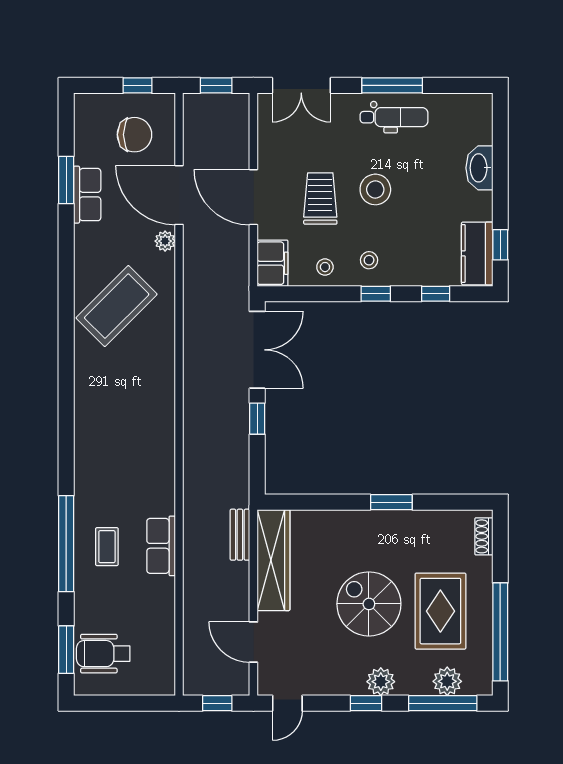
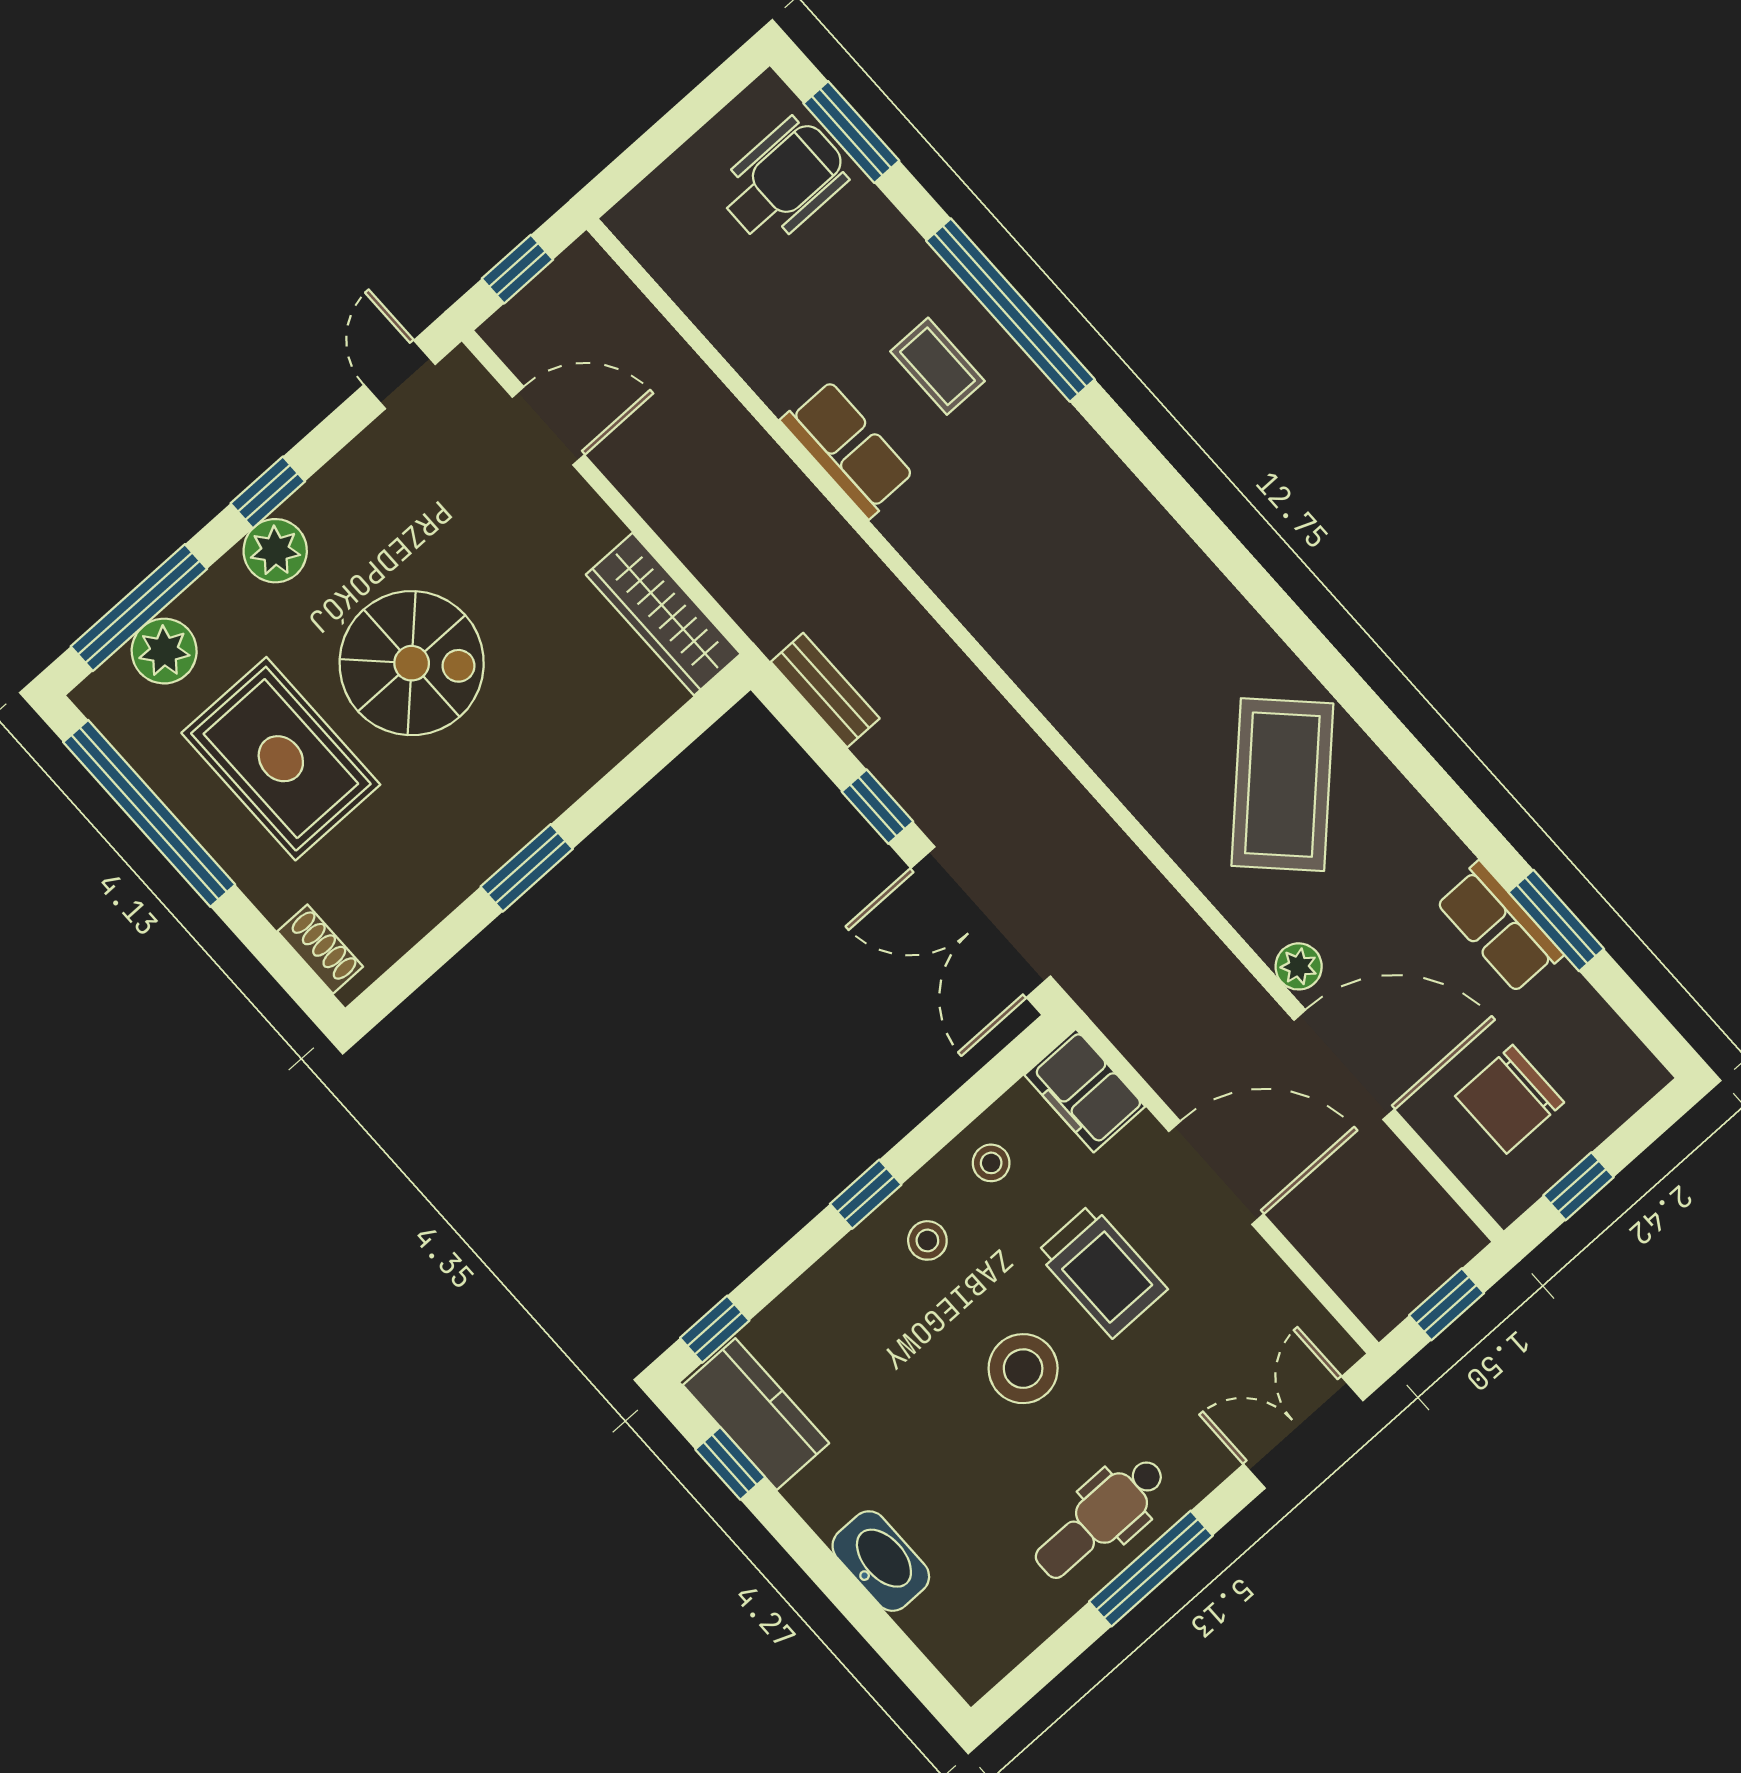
window: (436, 294) -> (715, 1329), moved
bench: (240, 535) -> (825, 690), moved
wardrobe: (273, 560) -> (663, 614), width x0.71, depth x0.85

